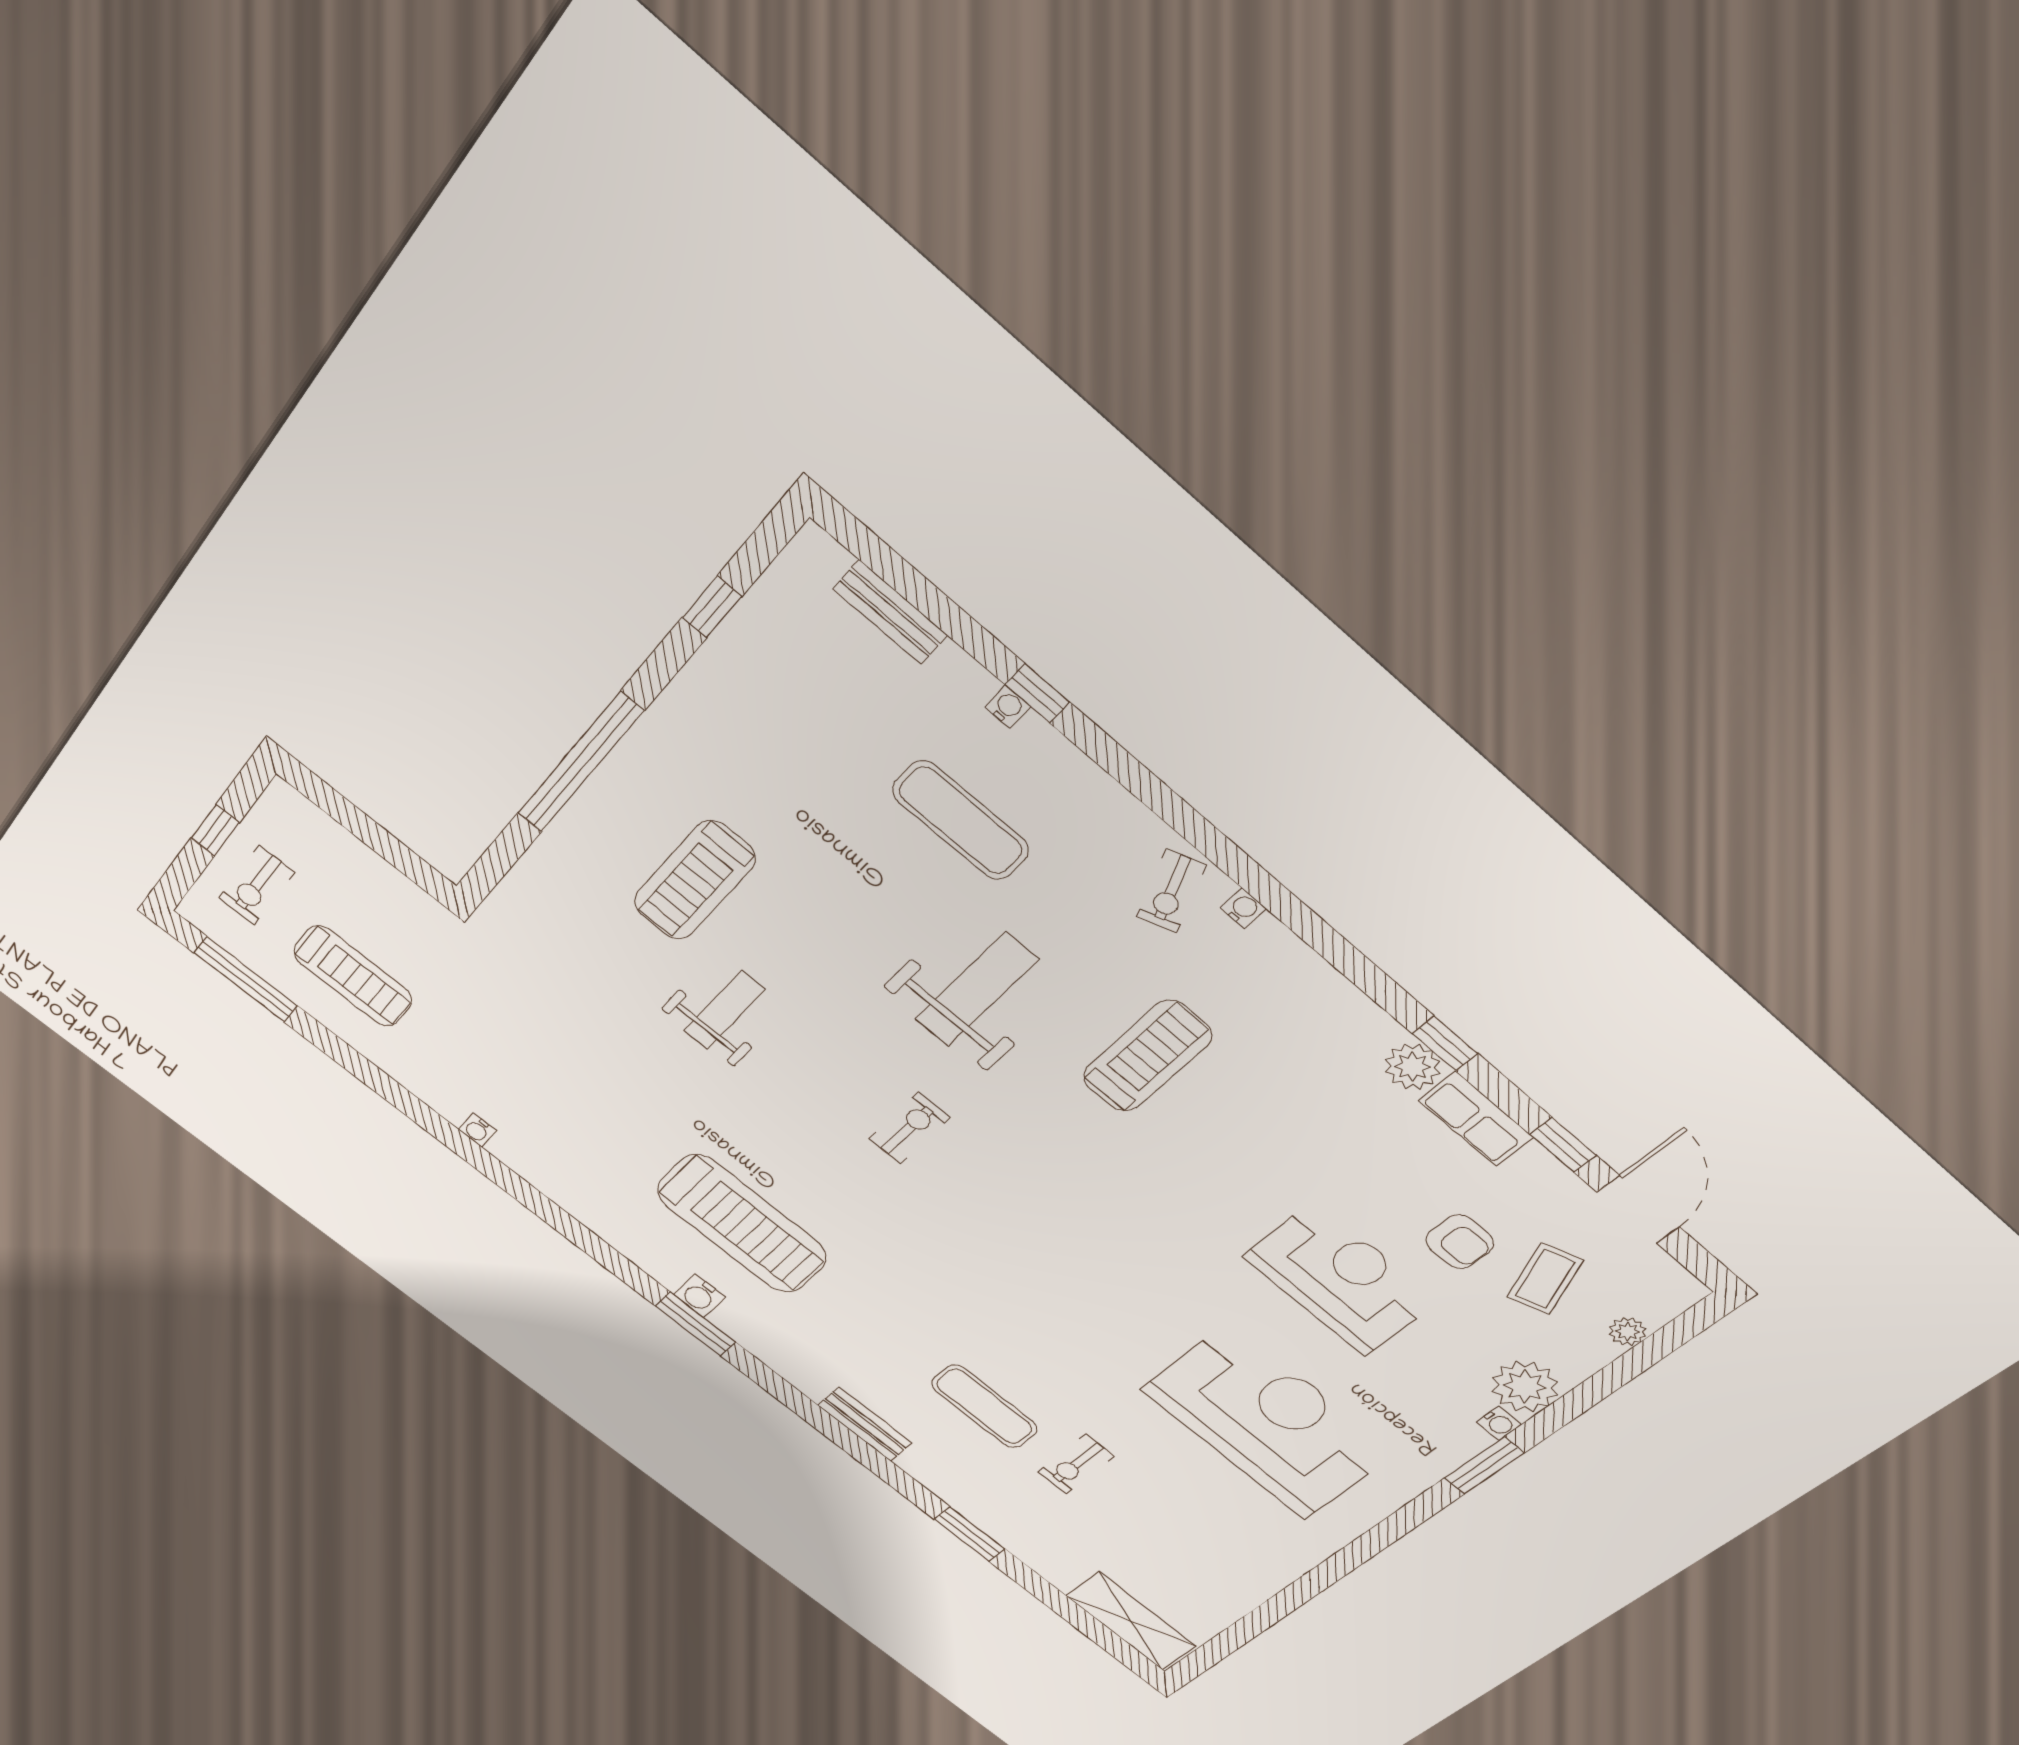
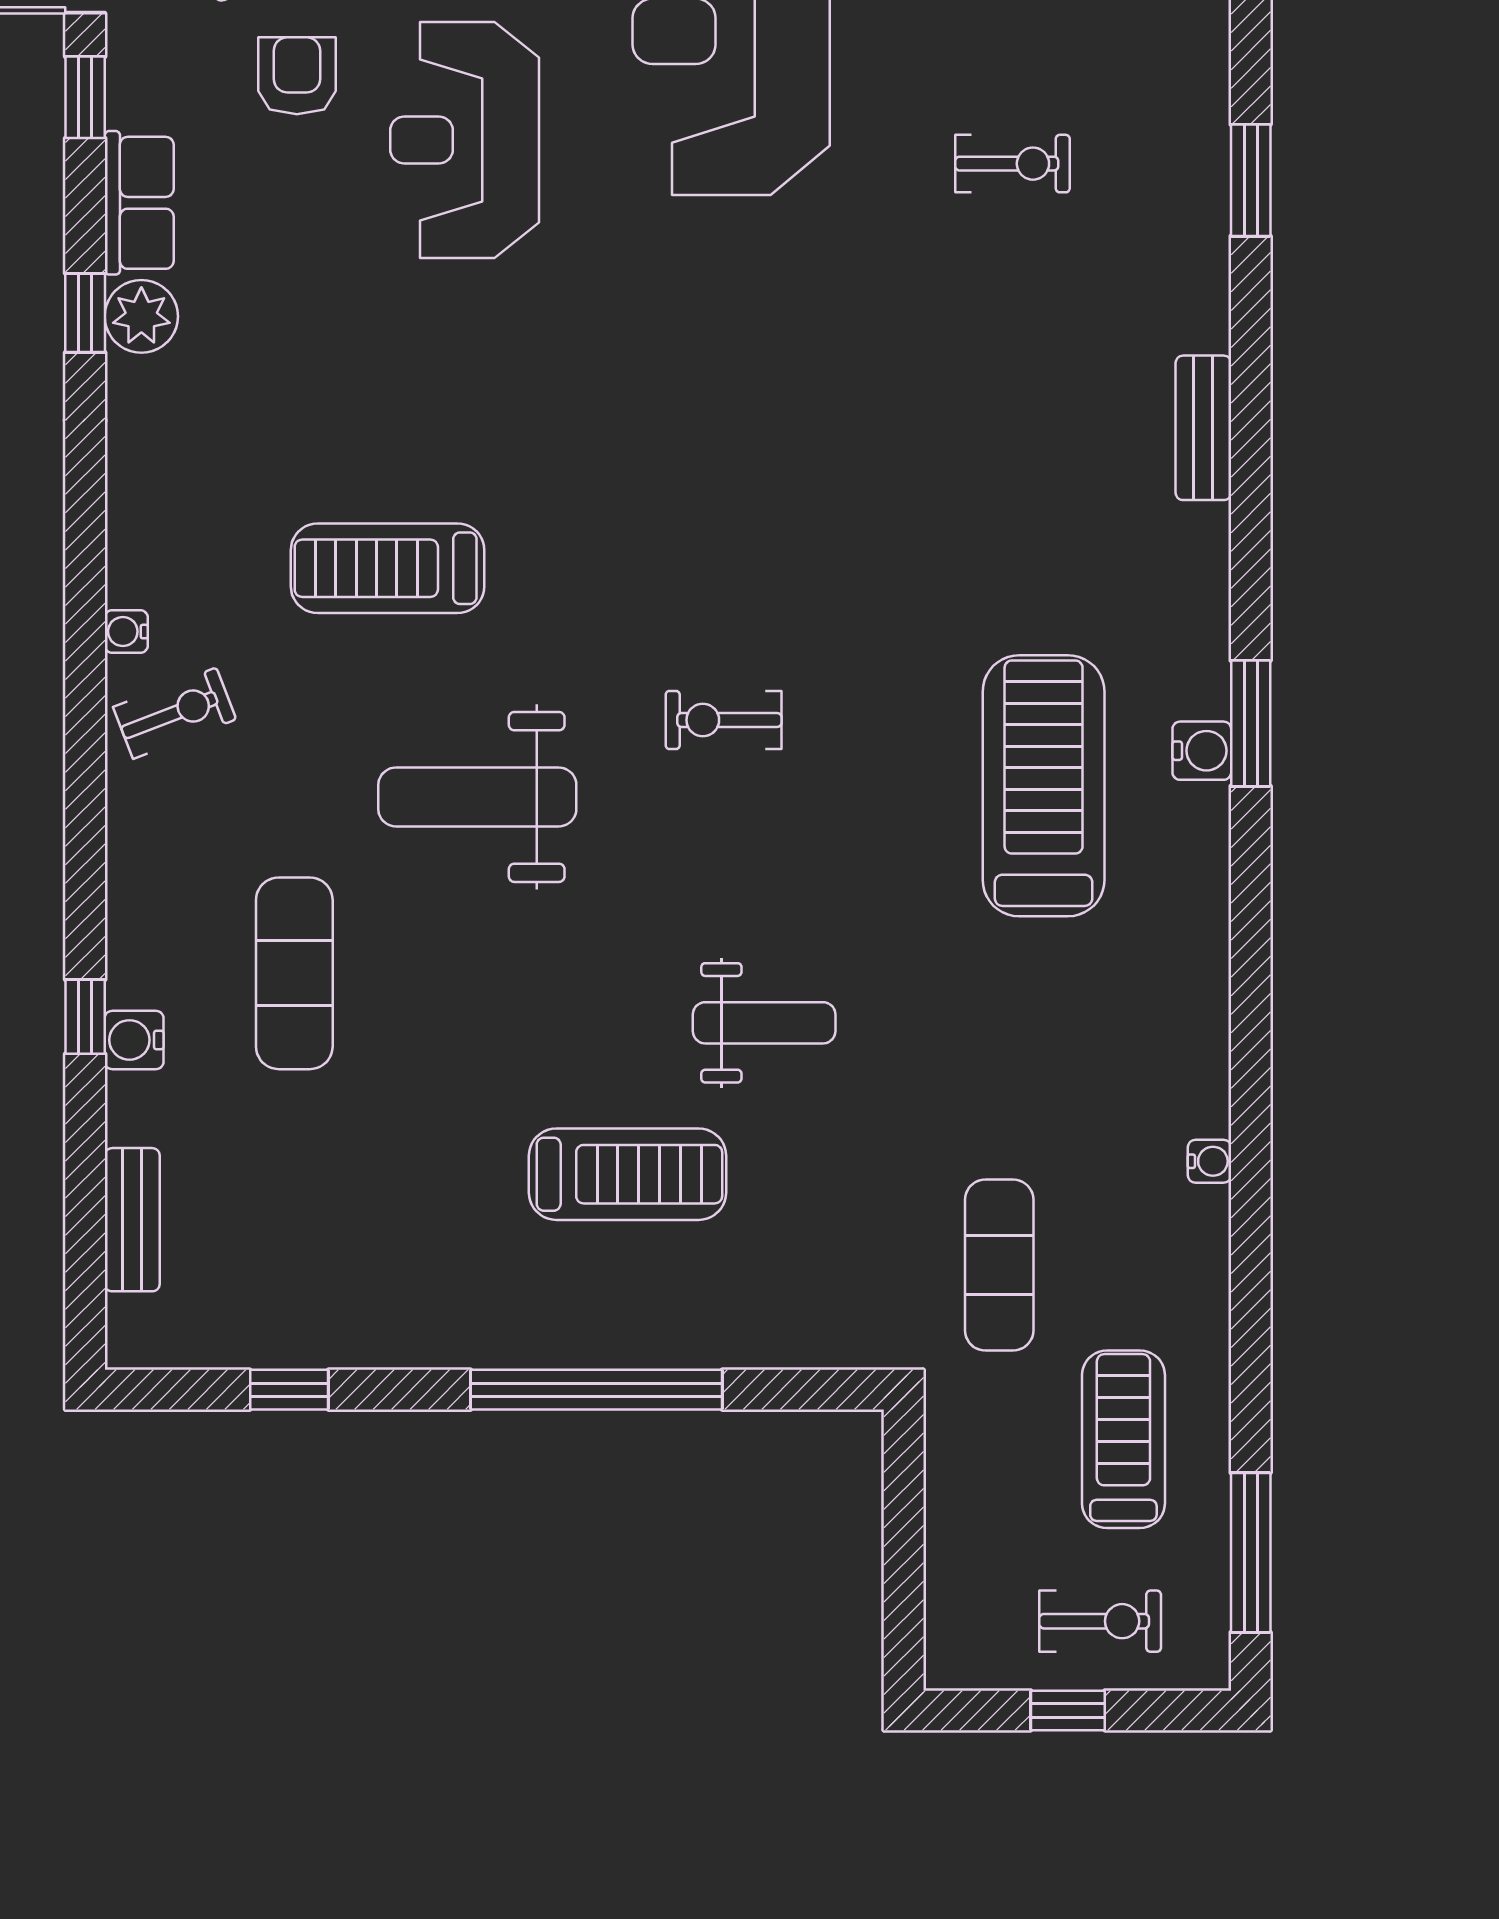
water cooler: (1008, 707) -> (134, 1040), width x1.38, depth x1.38
weight bench: (724, 1010) -> (764, 1023), turned 180
exercise mat: (984, 1406) -> (999, 1265), moved

